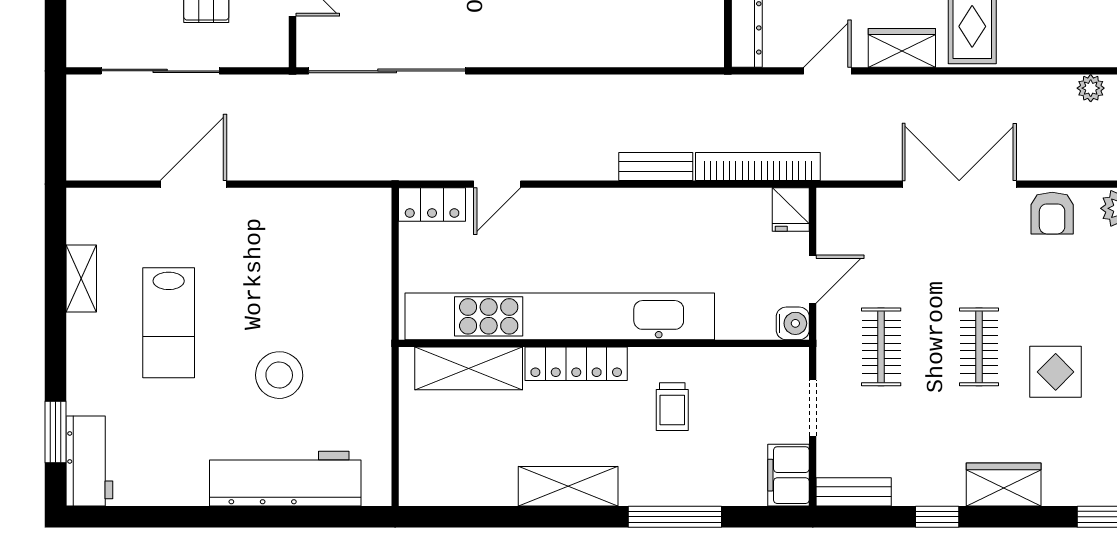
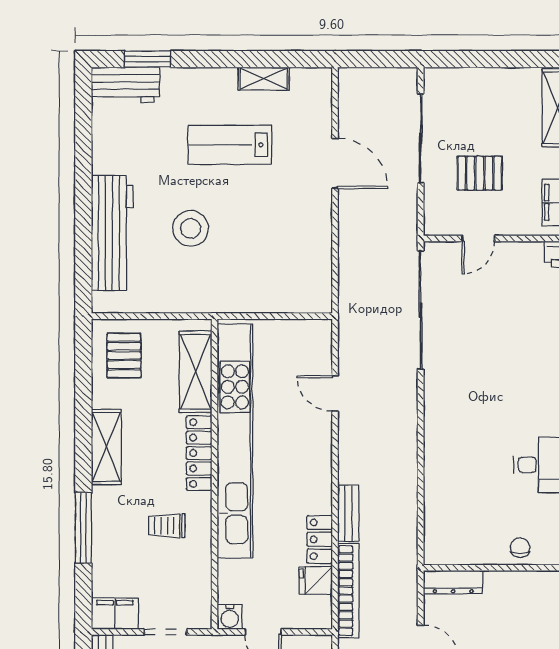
locker: (432, 205) -> (320, 539), moved
fridge: (791, 210) -> (316, 581), moved
pallet: (447, 463) -> (124, 355), added

